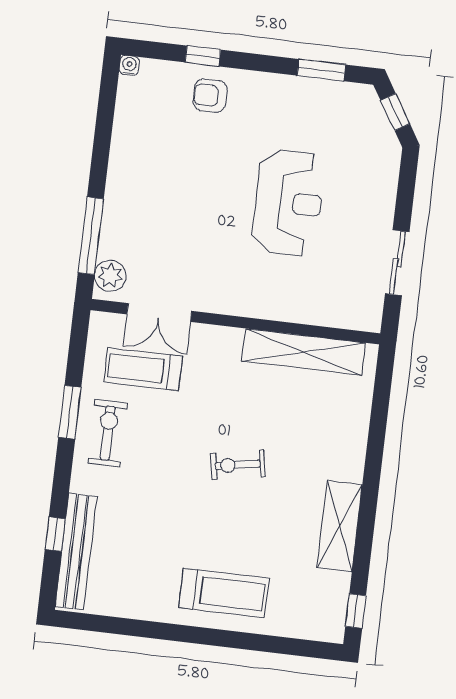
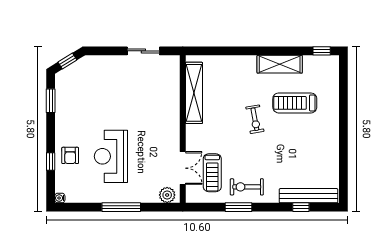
reception desk: (288, 203) -> (111, 156), moved, turned -90
window: (91, 236) -> (121, 207), moved
treadmill: (224, 593) -> (295, 103), moved, turned -90

